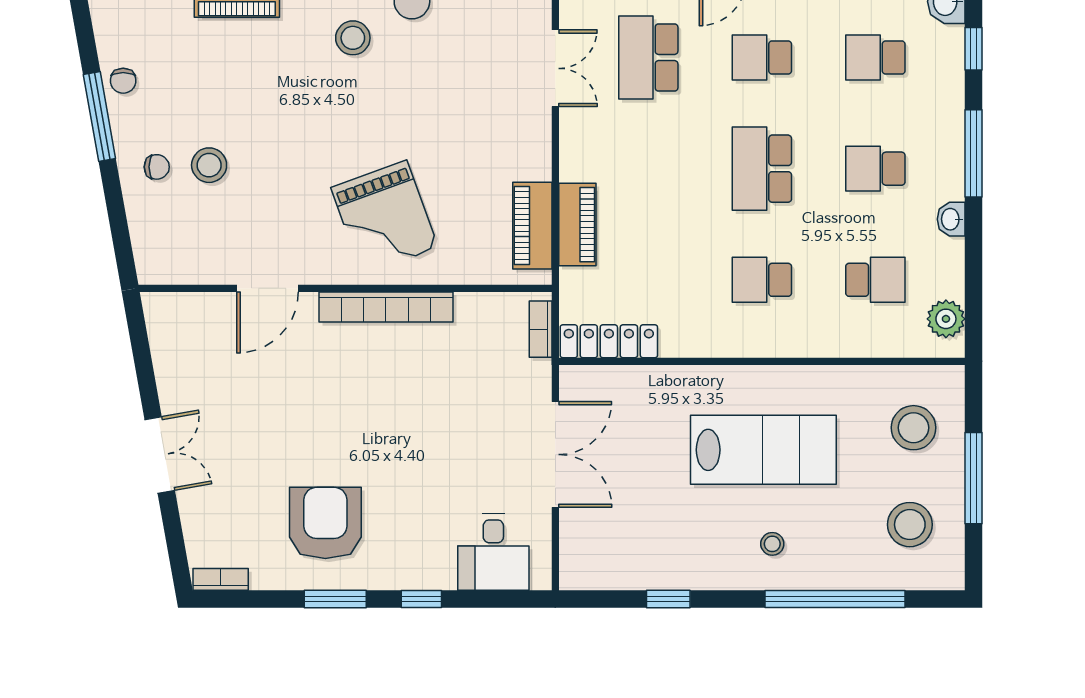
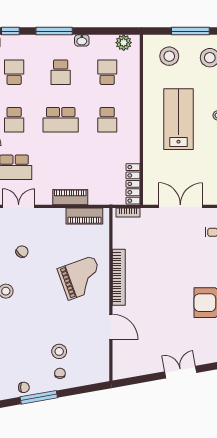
school desk: (875, 58) -> (14, 72), turned 180
chair: (447, 76) -> (22, 252), added
piano: (577, 225) -> (70, 197), moved

